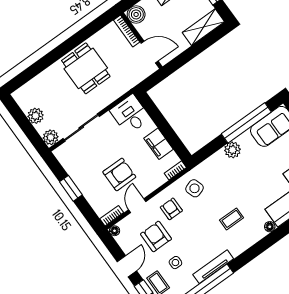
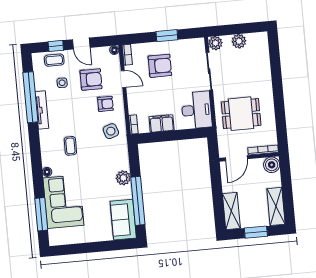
dining table: (86, 68) -> (241, 114), moved
desk: (130, 114) -> (197, 110), width x1.37
armchair: (119, 174) -> (160, 66), moved, turned -90

